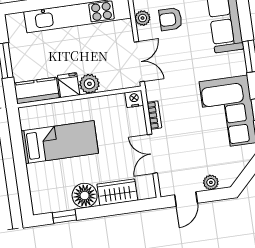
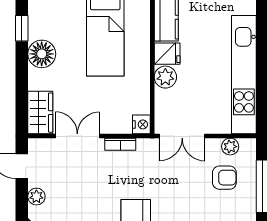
armchair: (171, 19) -> (224, 178), turned 90
wardrobe: (117, 192) -> (40, 113), moved

